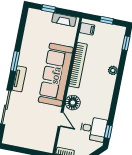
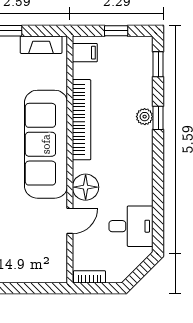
door: (61, 119) -> (70, 221), hinge flipped
window: (108, 132) -> (158, 118), moved

